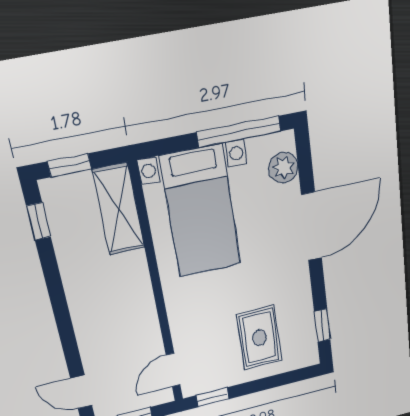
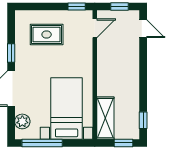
window: (322, 325) -> (11, 53), moved
rug: (259, 338) -> (47, 34), turned 90

